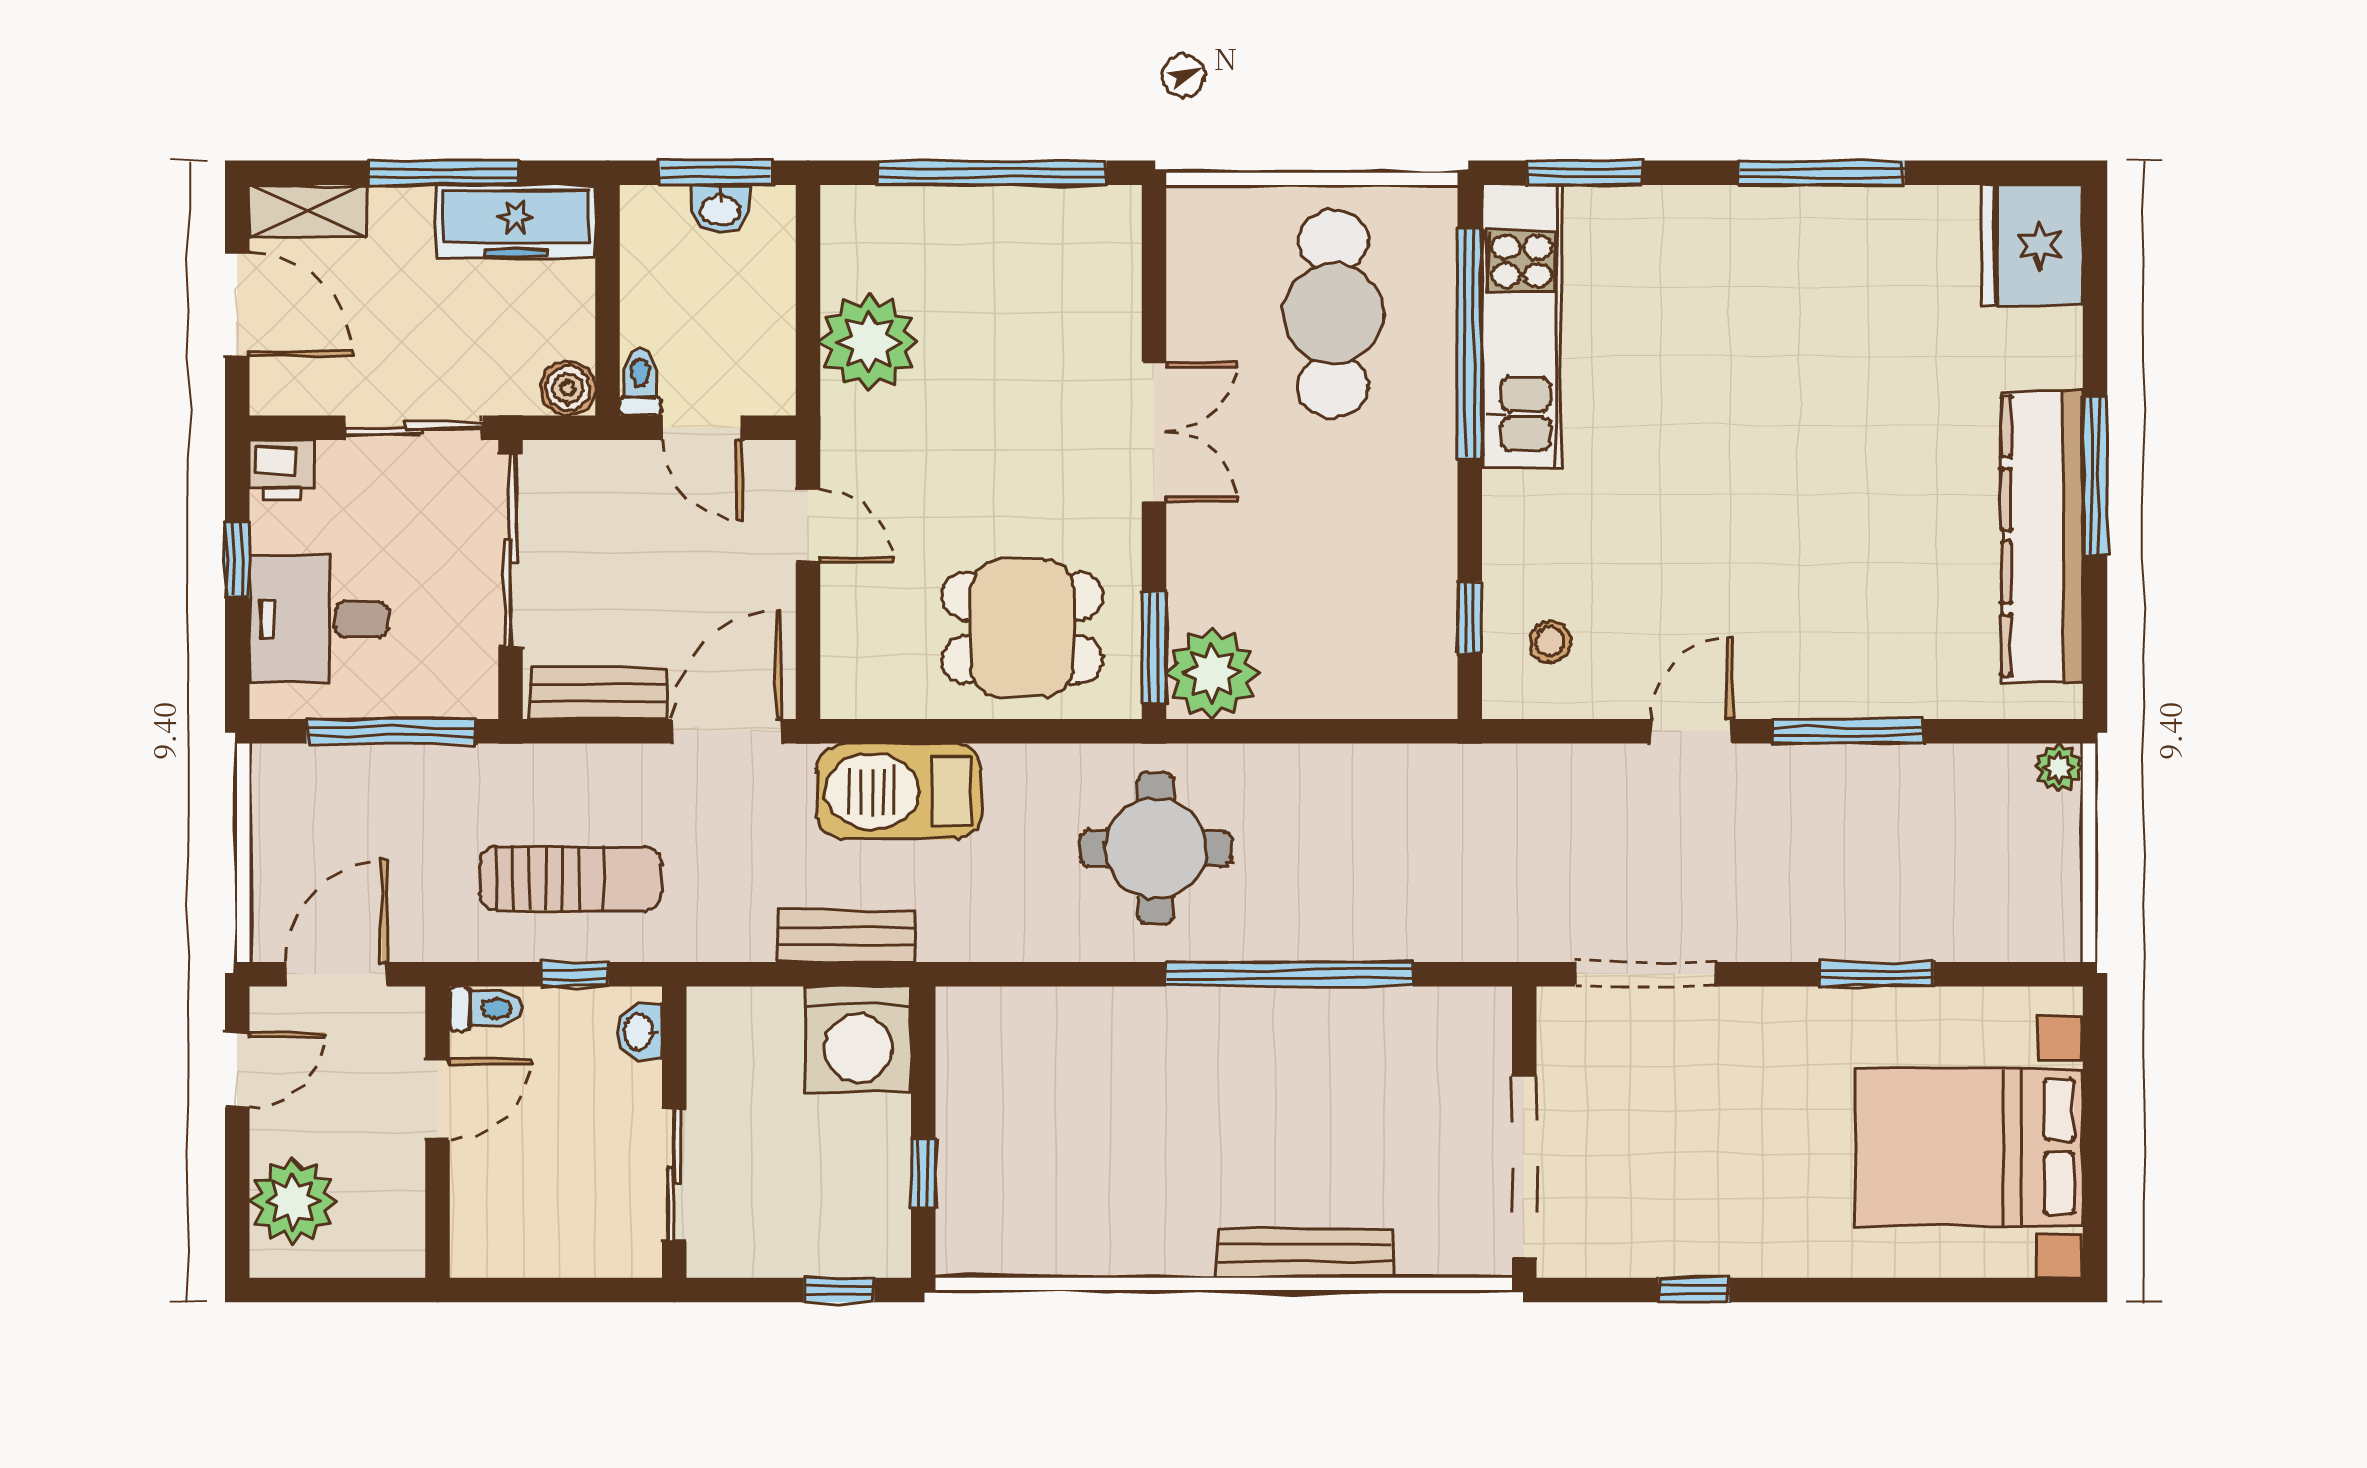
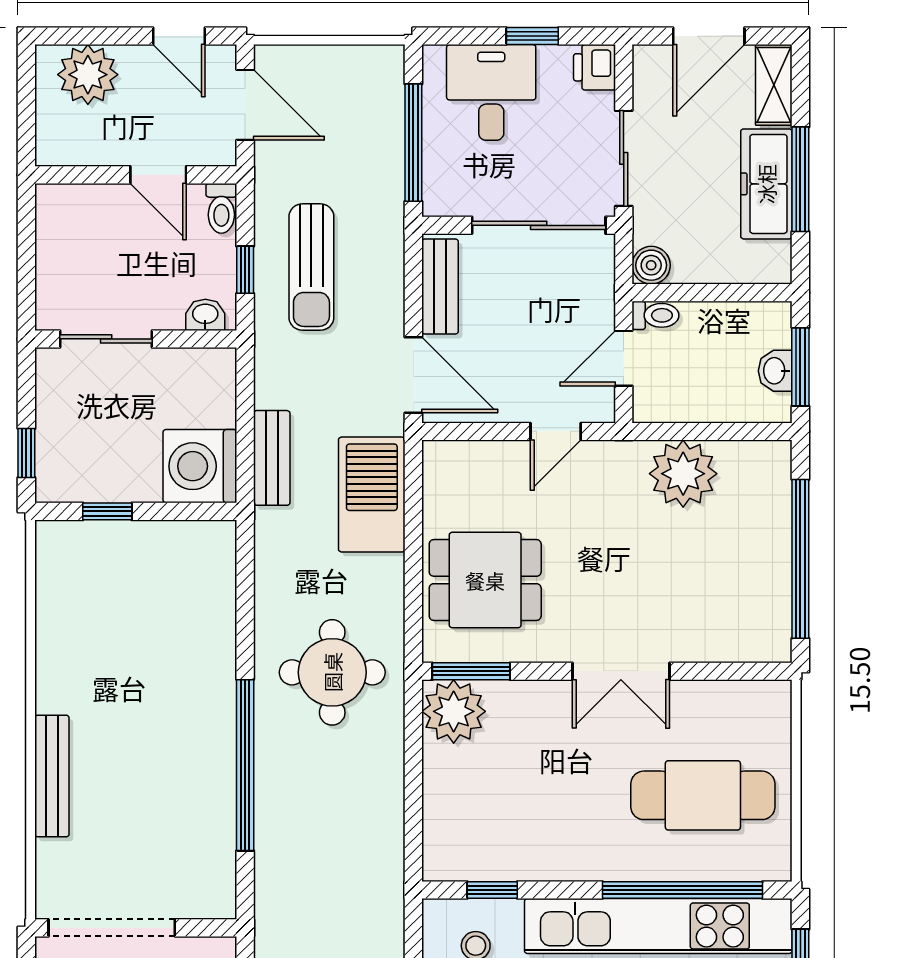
freezer: (516, 222) -> (766, 184), moved
kitchen unit: (1522, 326) -> (658, 926), width x1.36
dining table: (1022, 628) -> (485, 580), turned 90

